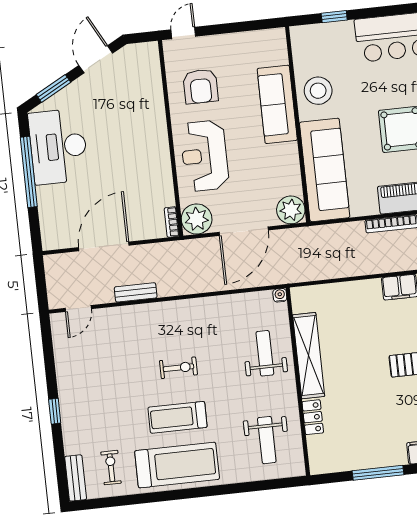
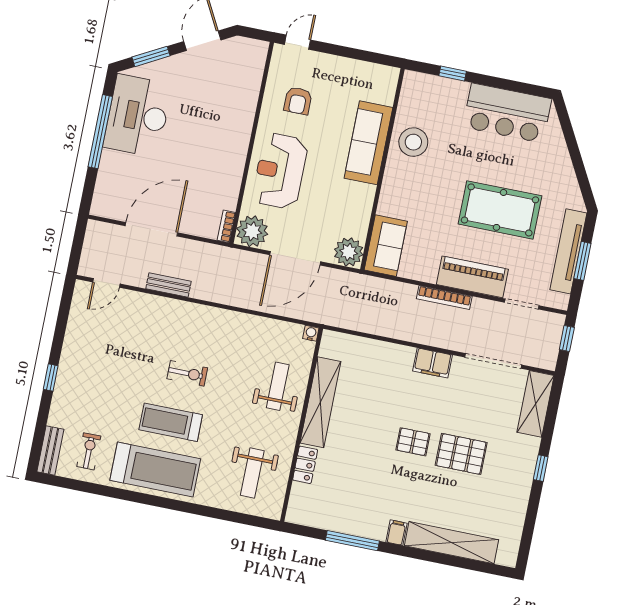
armchair: (201, 86) -> (298, 101), width x0.72, depth x0.72
sofa: (325, 170) -> (386, 246), width x0.54, depth x0.79

